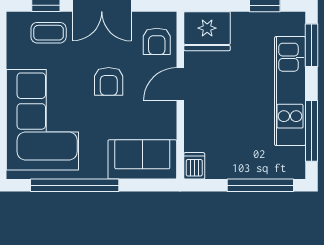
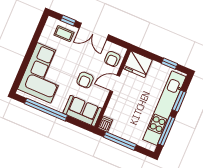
window: (311, 45) -> (179, 101), moved
armchair: (109, 81) -> (85, 80), moved
kitchen unit: (290, 91) -> (164, 108), width x1.36
window: (260, 185) -> (120, 141), moved

